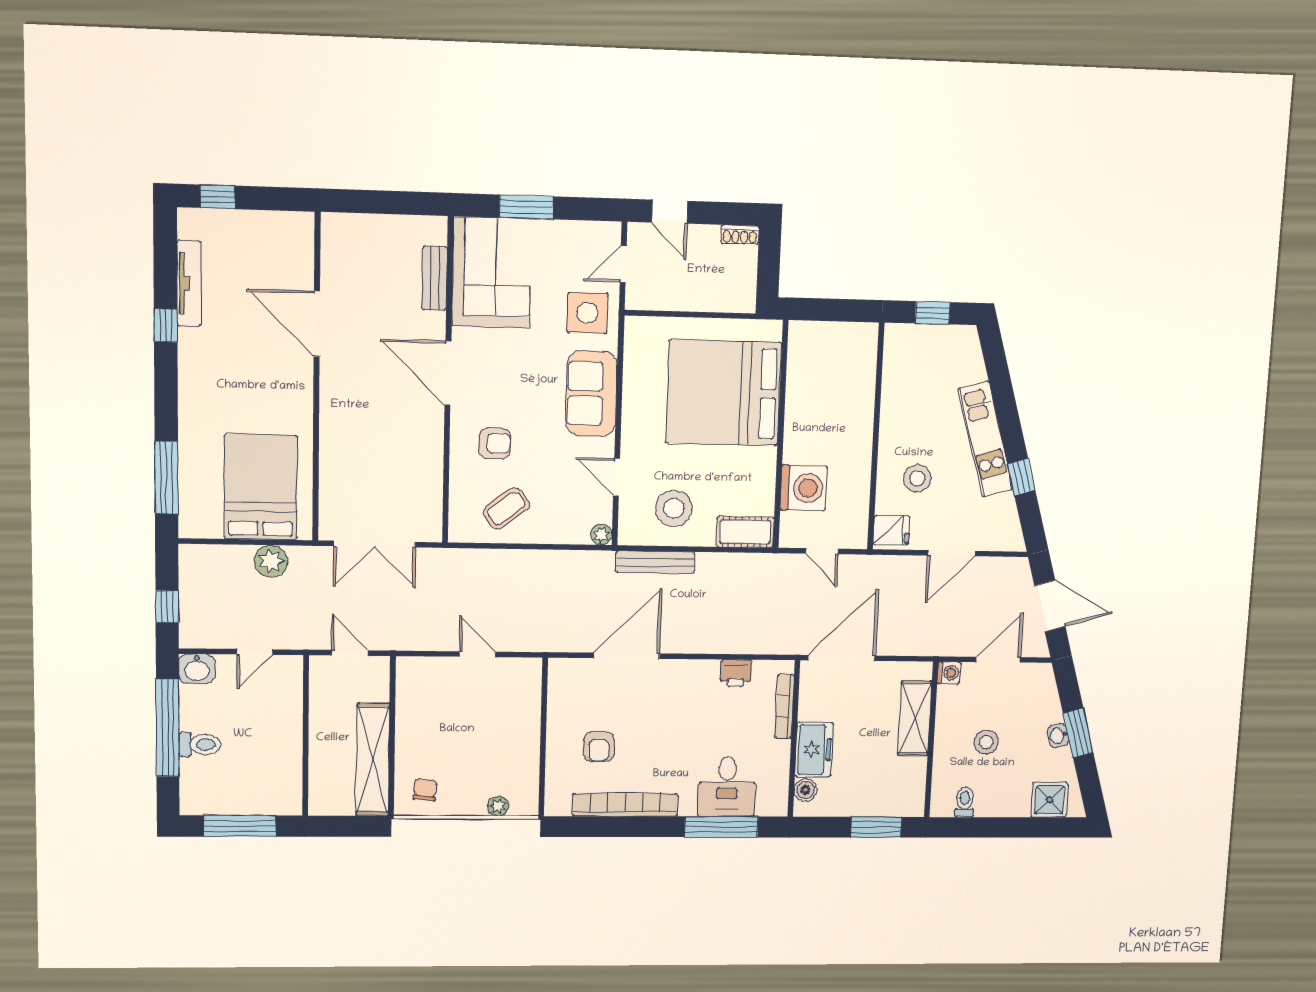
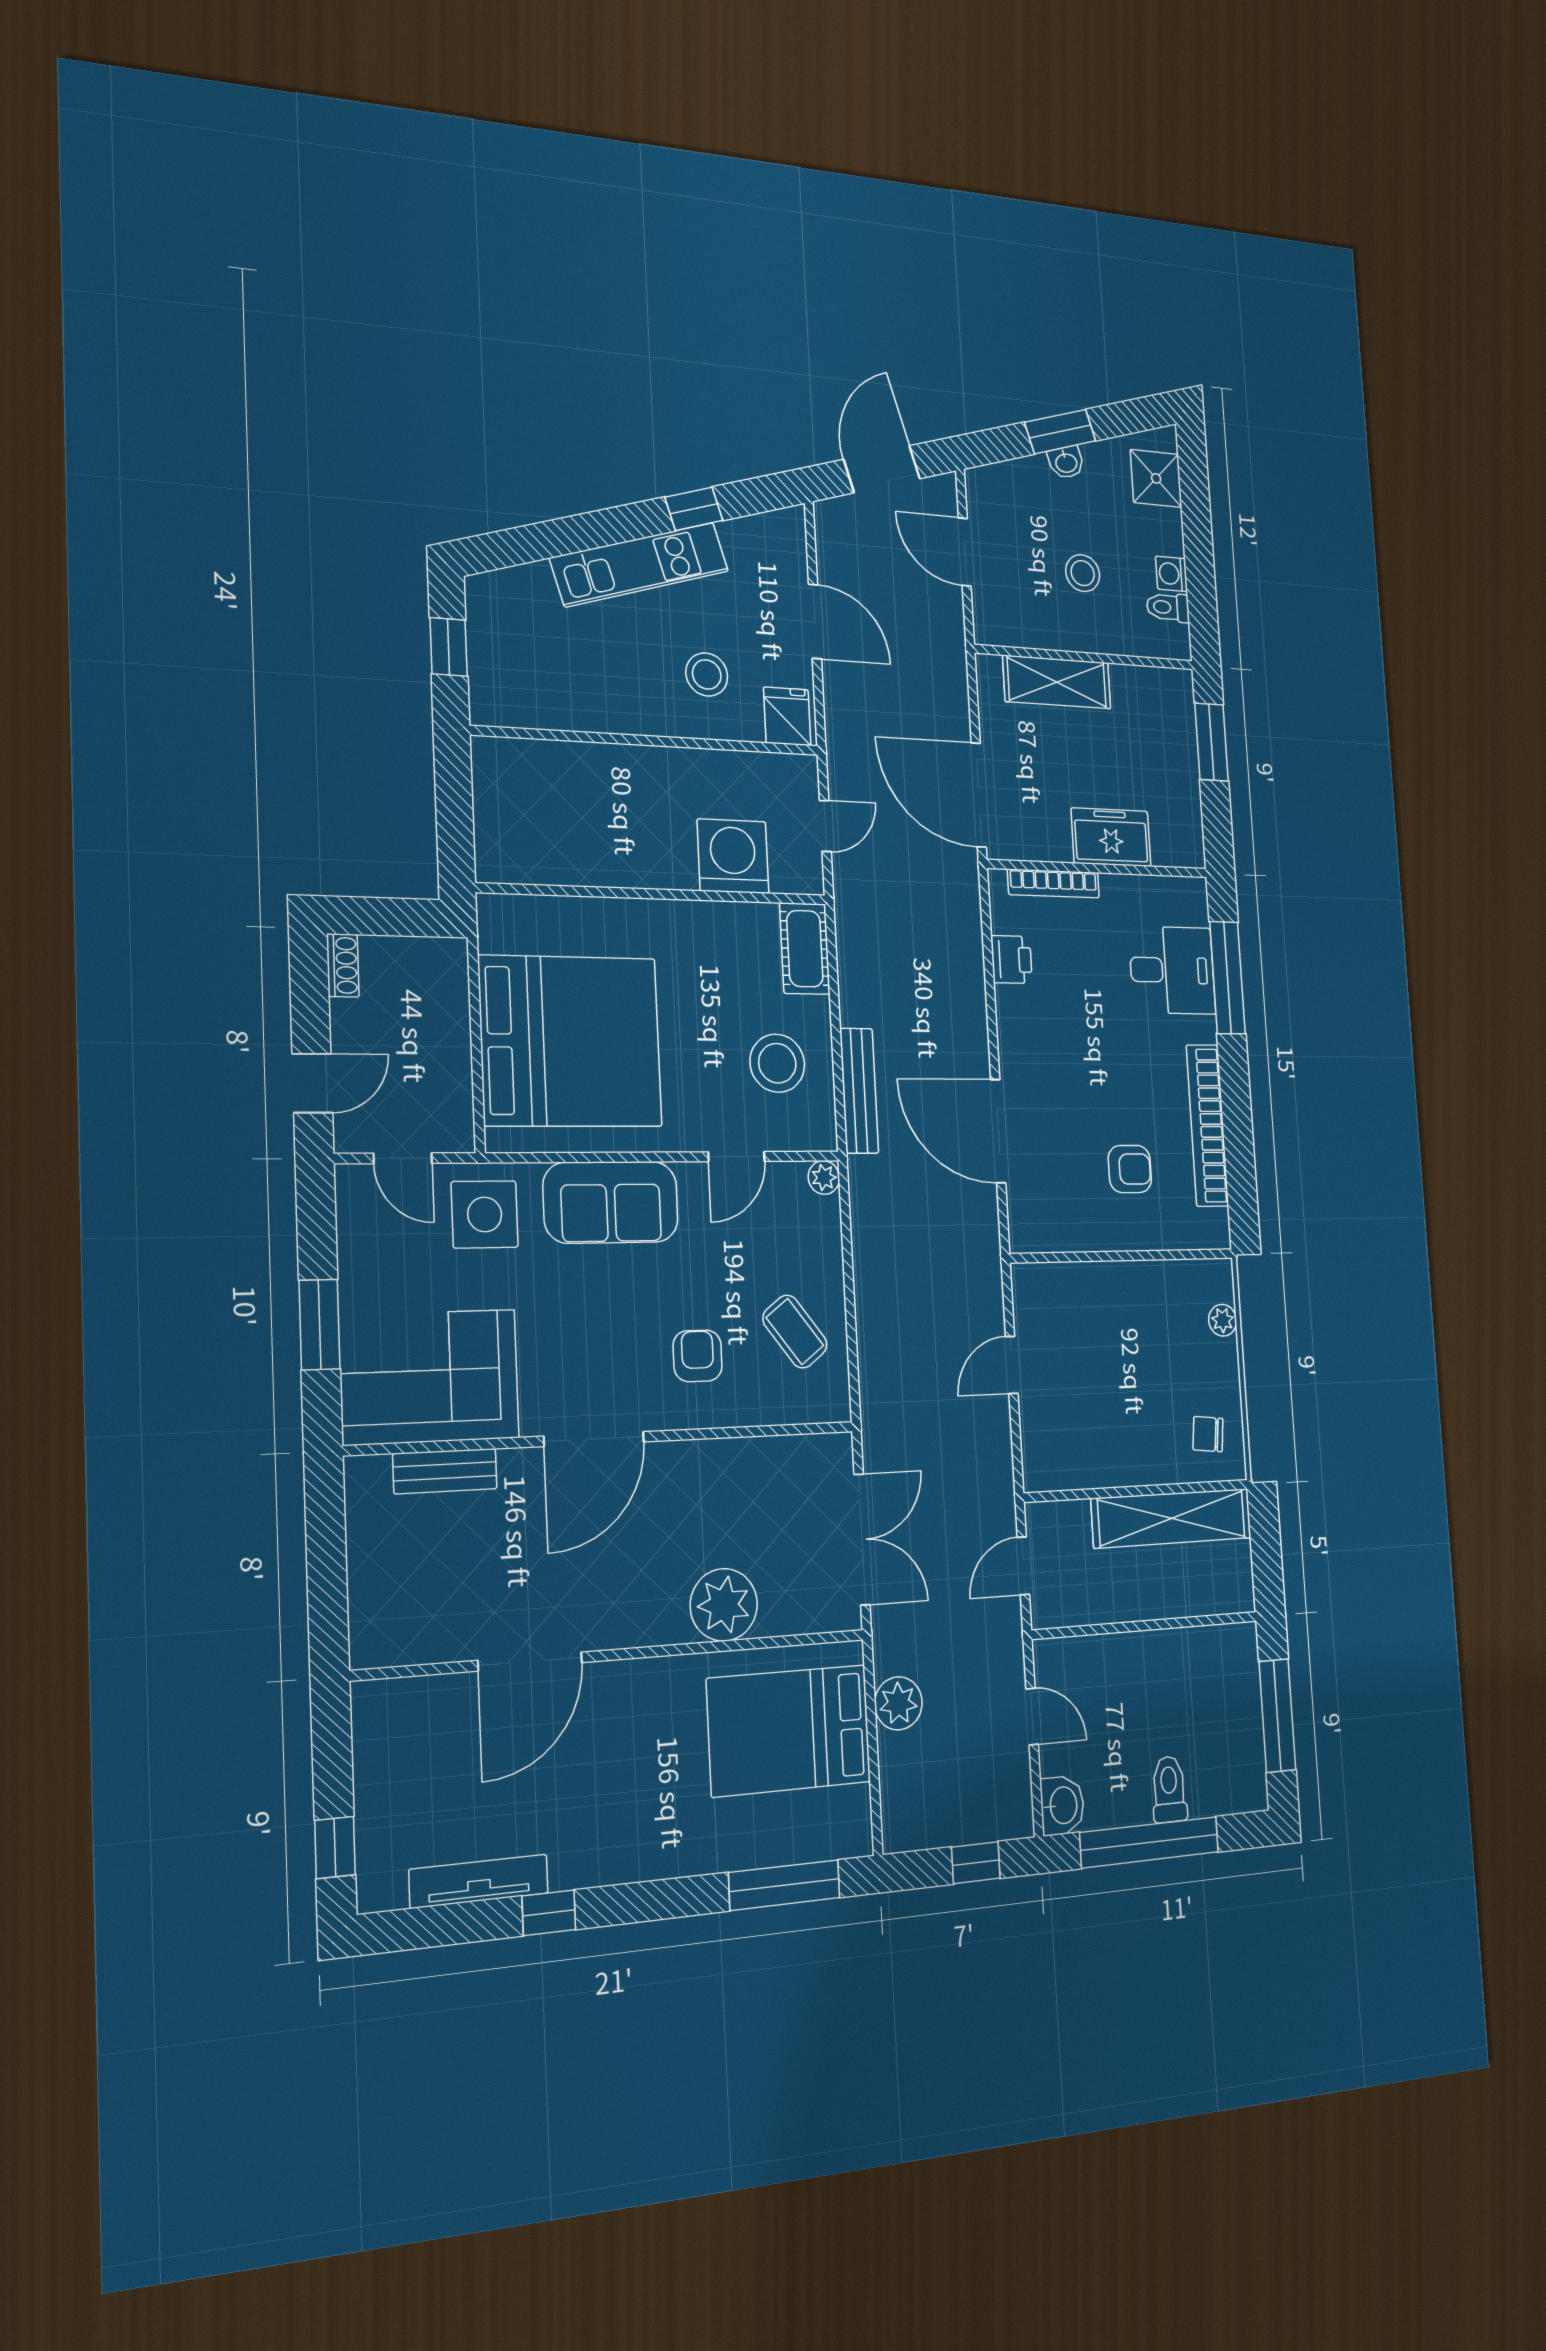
bed: (724, 393) -> (570, 1041), moved, turned -90
plant: (341, 450) -> (724, 1605), added
washing machine: (949, 673) -> (1172, 574), moved, turned -90
boiler: (806, 790) -> (1168, 850), removed

